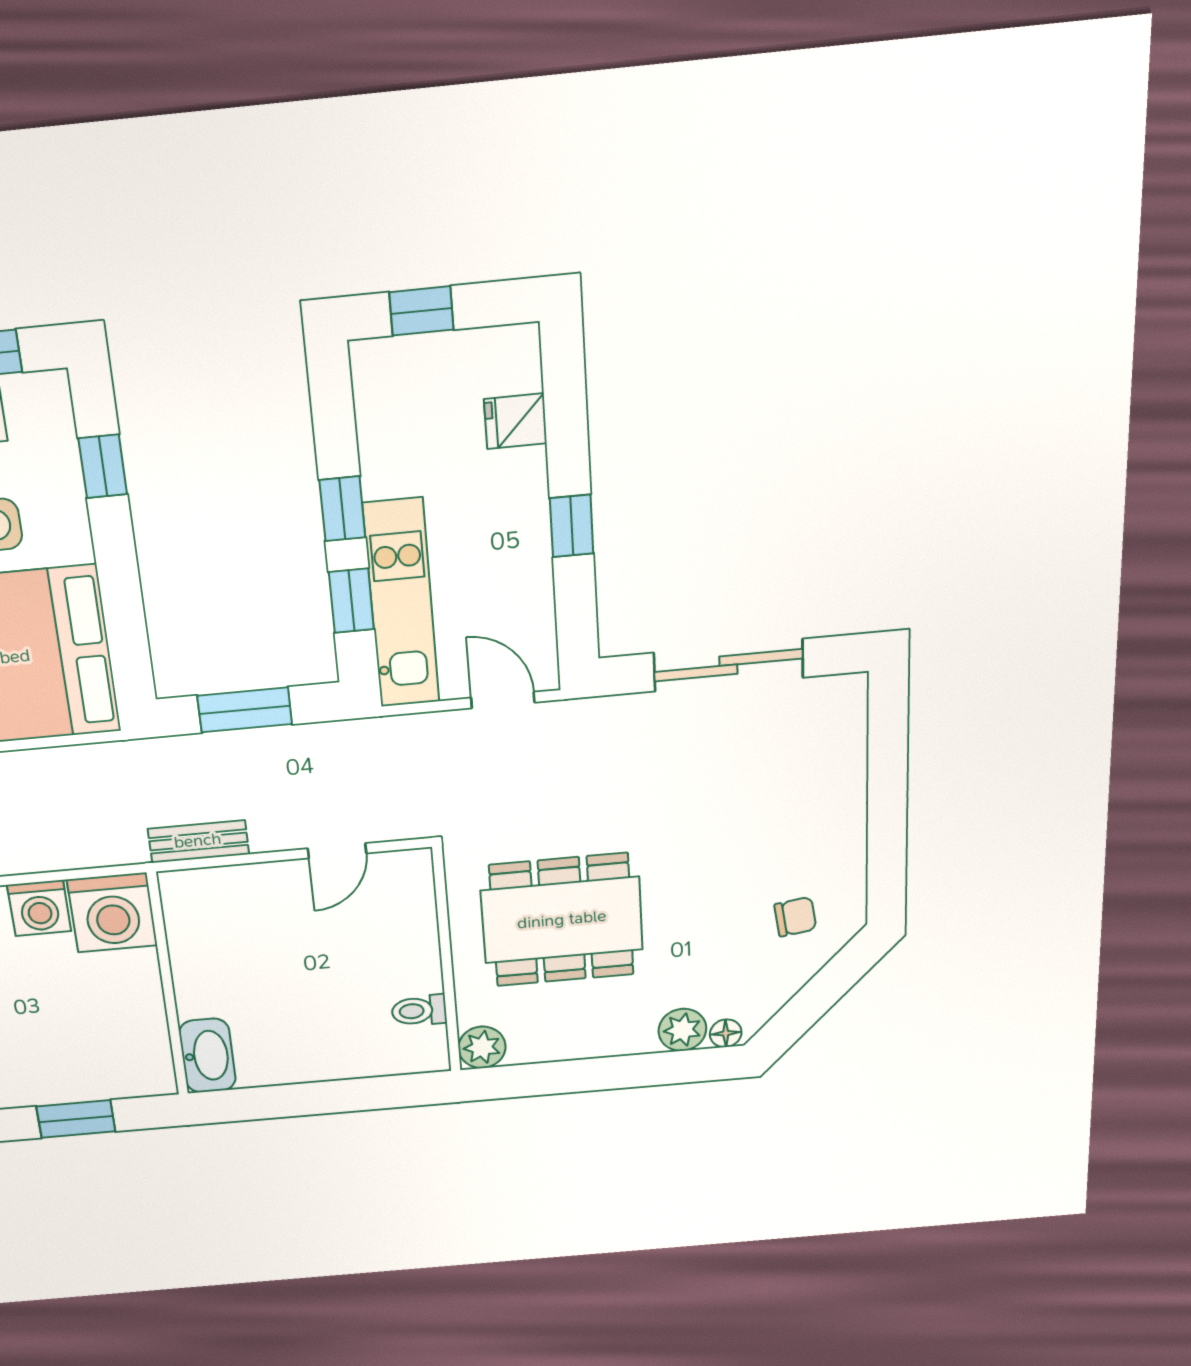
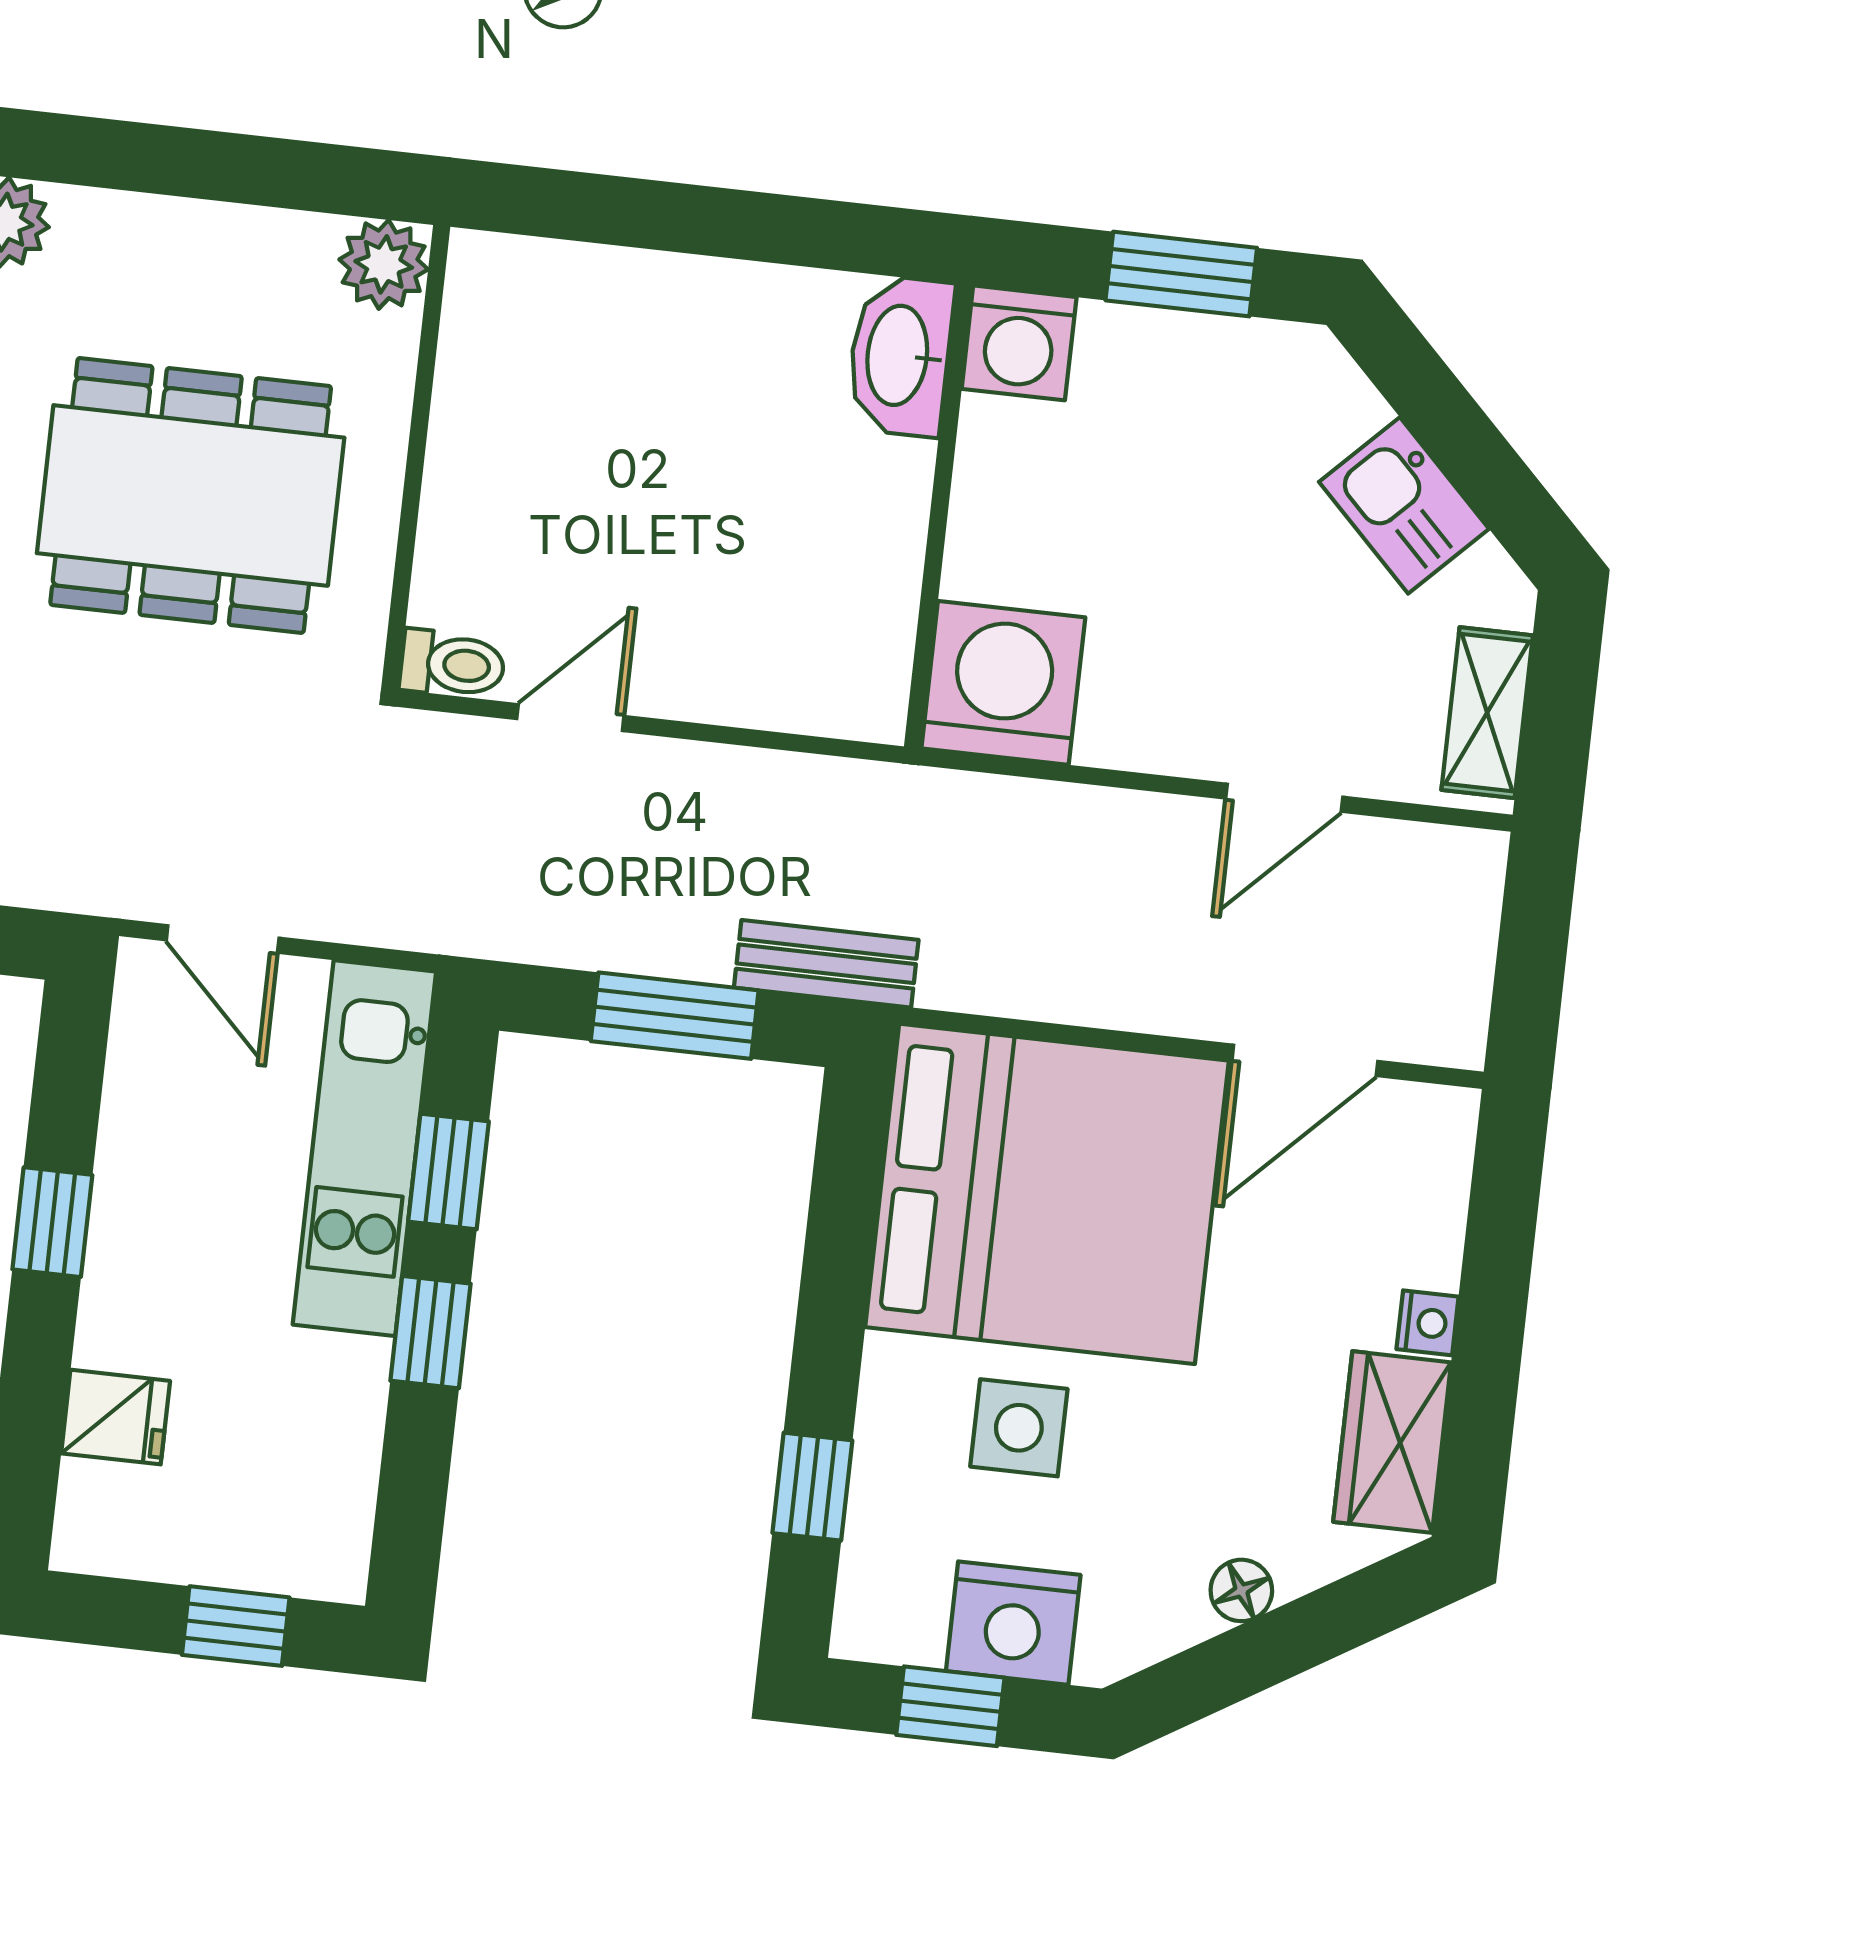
bench: (198, 841) -> (826, 964), moved
washing machine: (39, 908) -> (1019, 343), moved, turned 180
toilet: (419, 1011) -> (452, 664), moved

